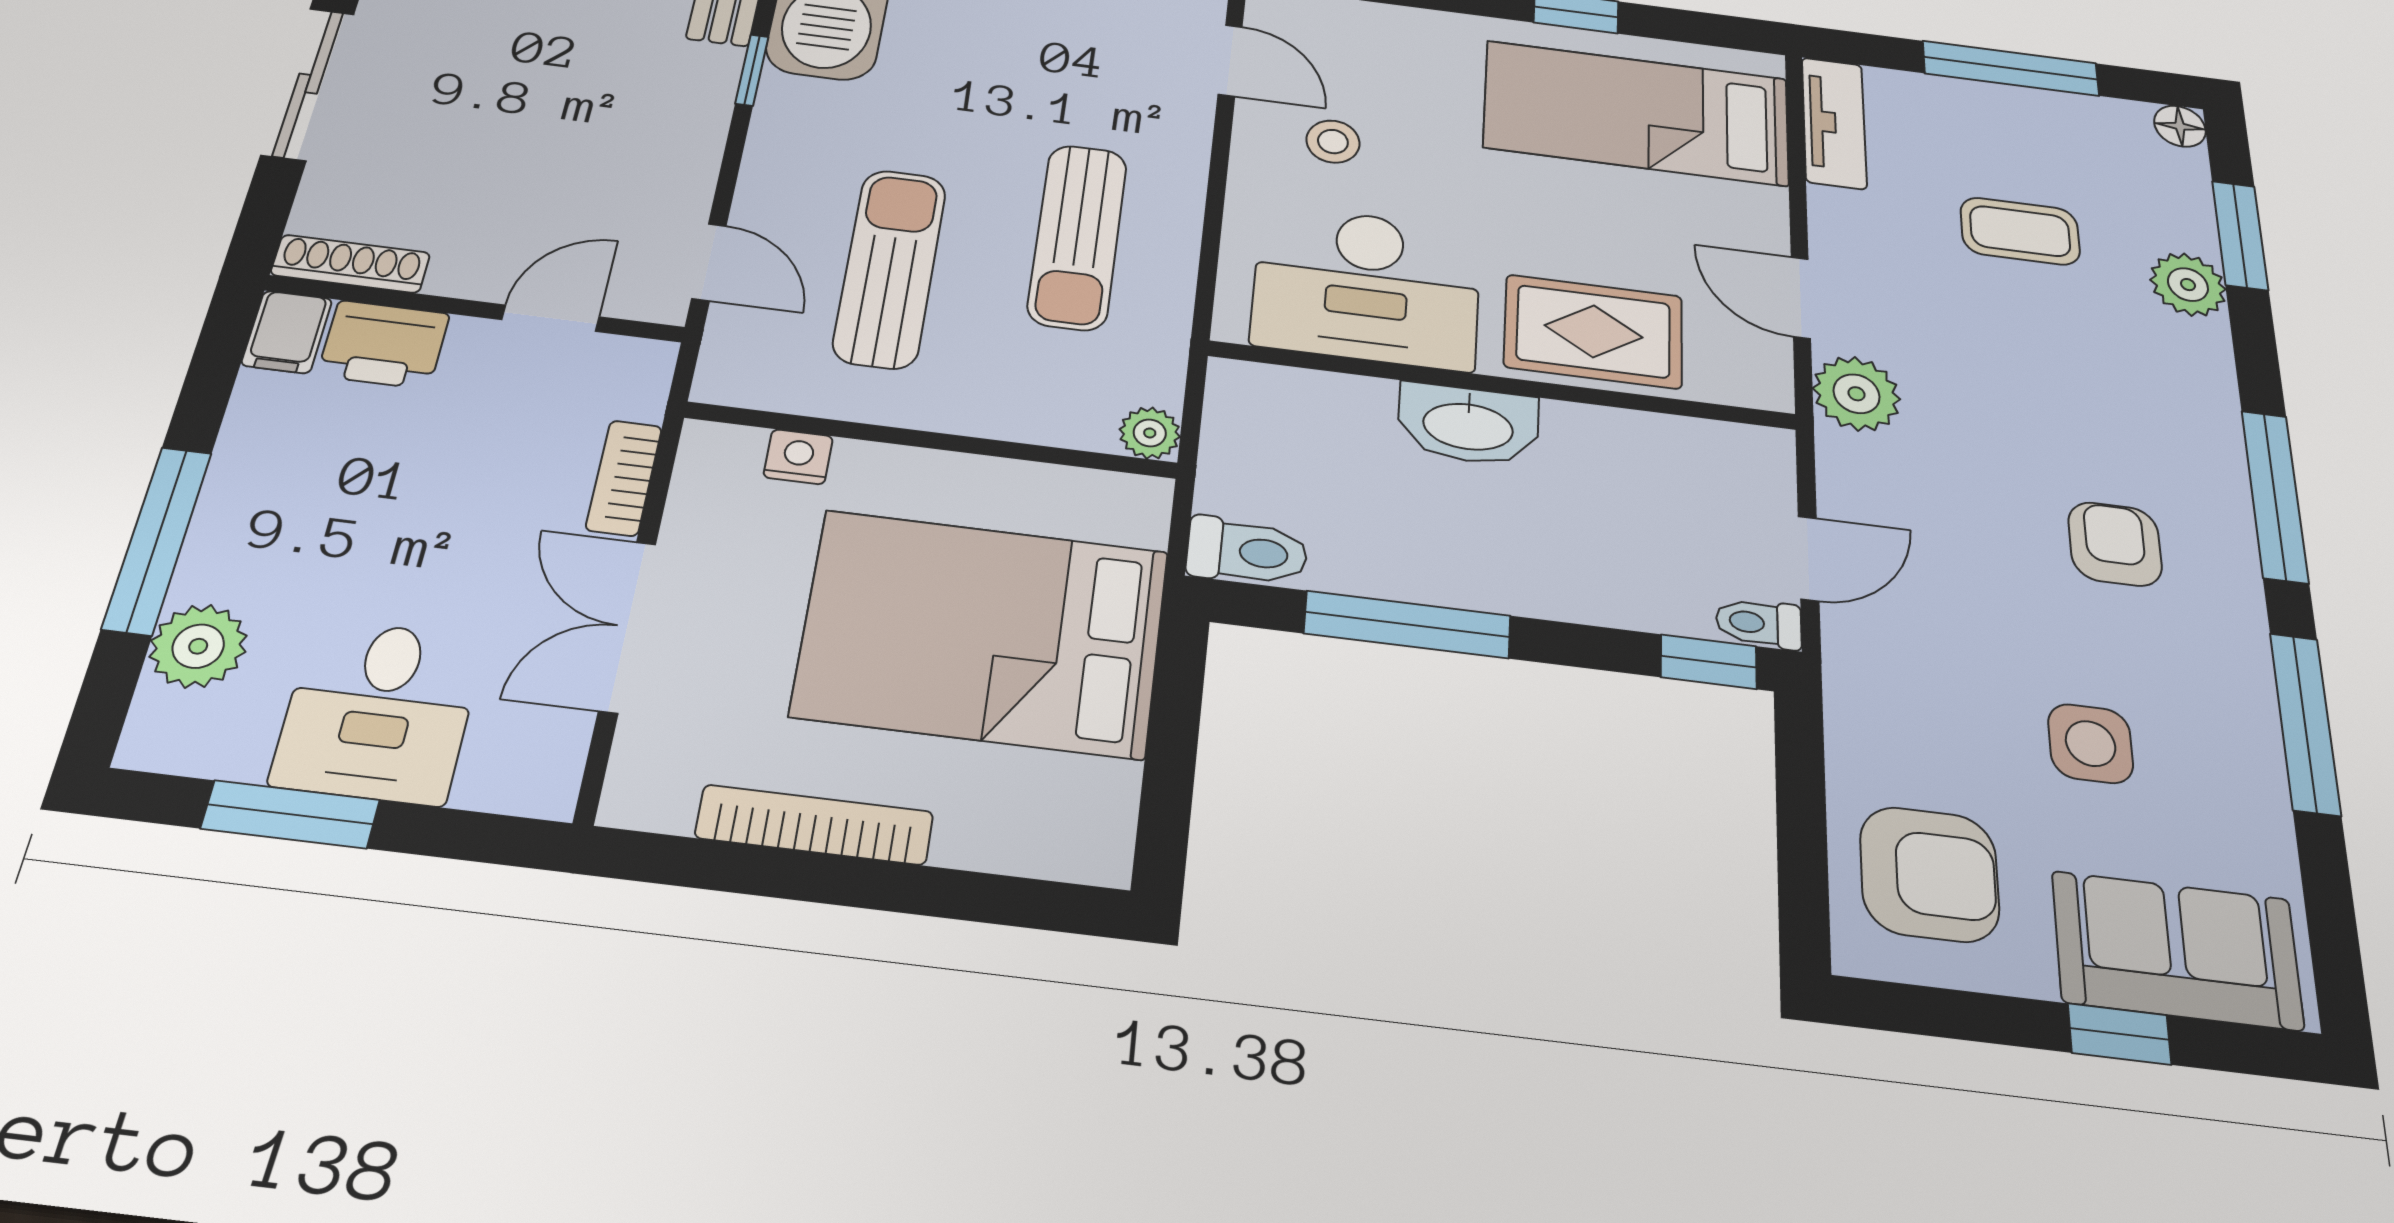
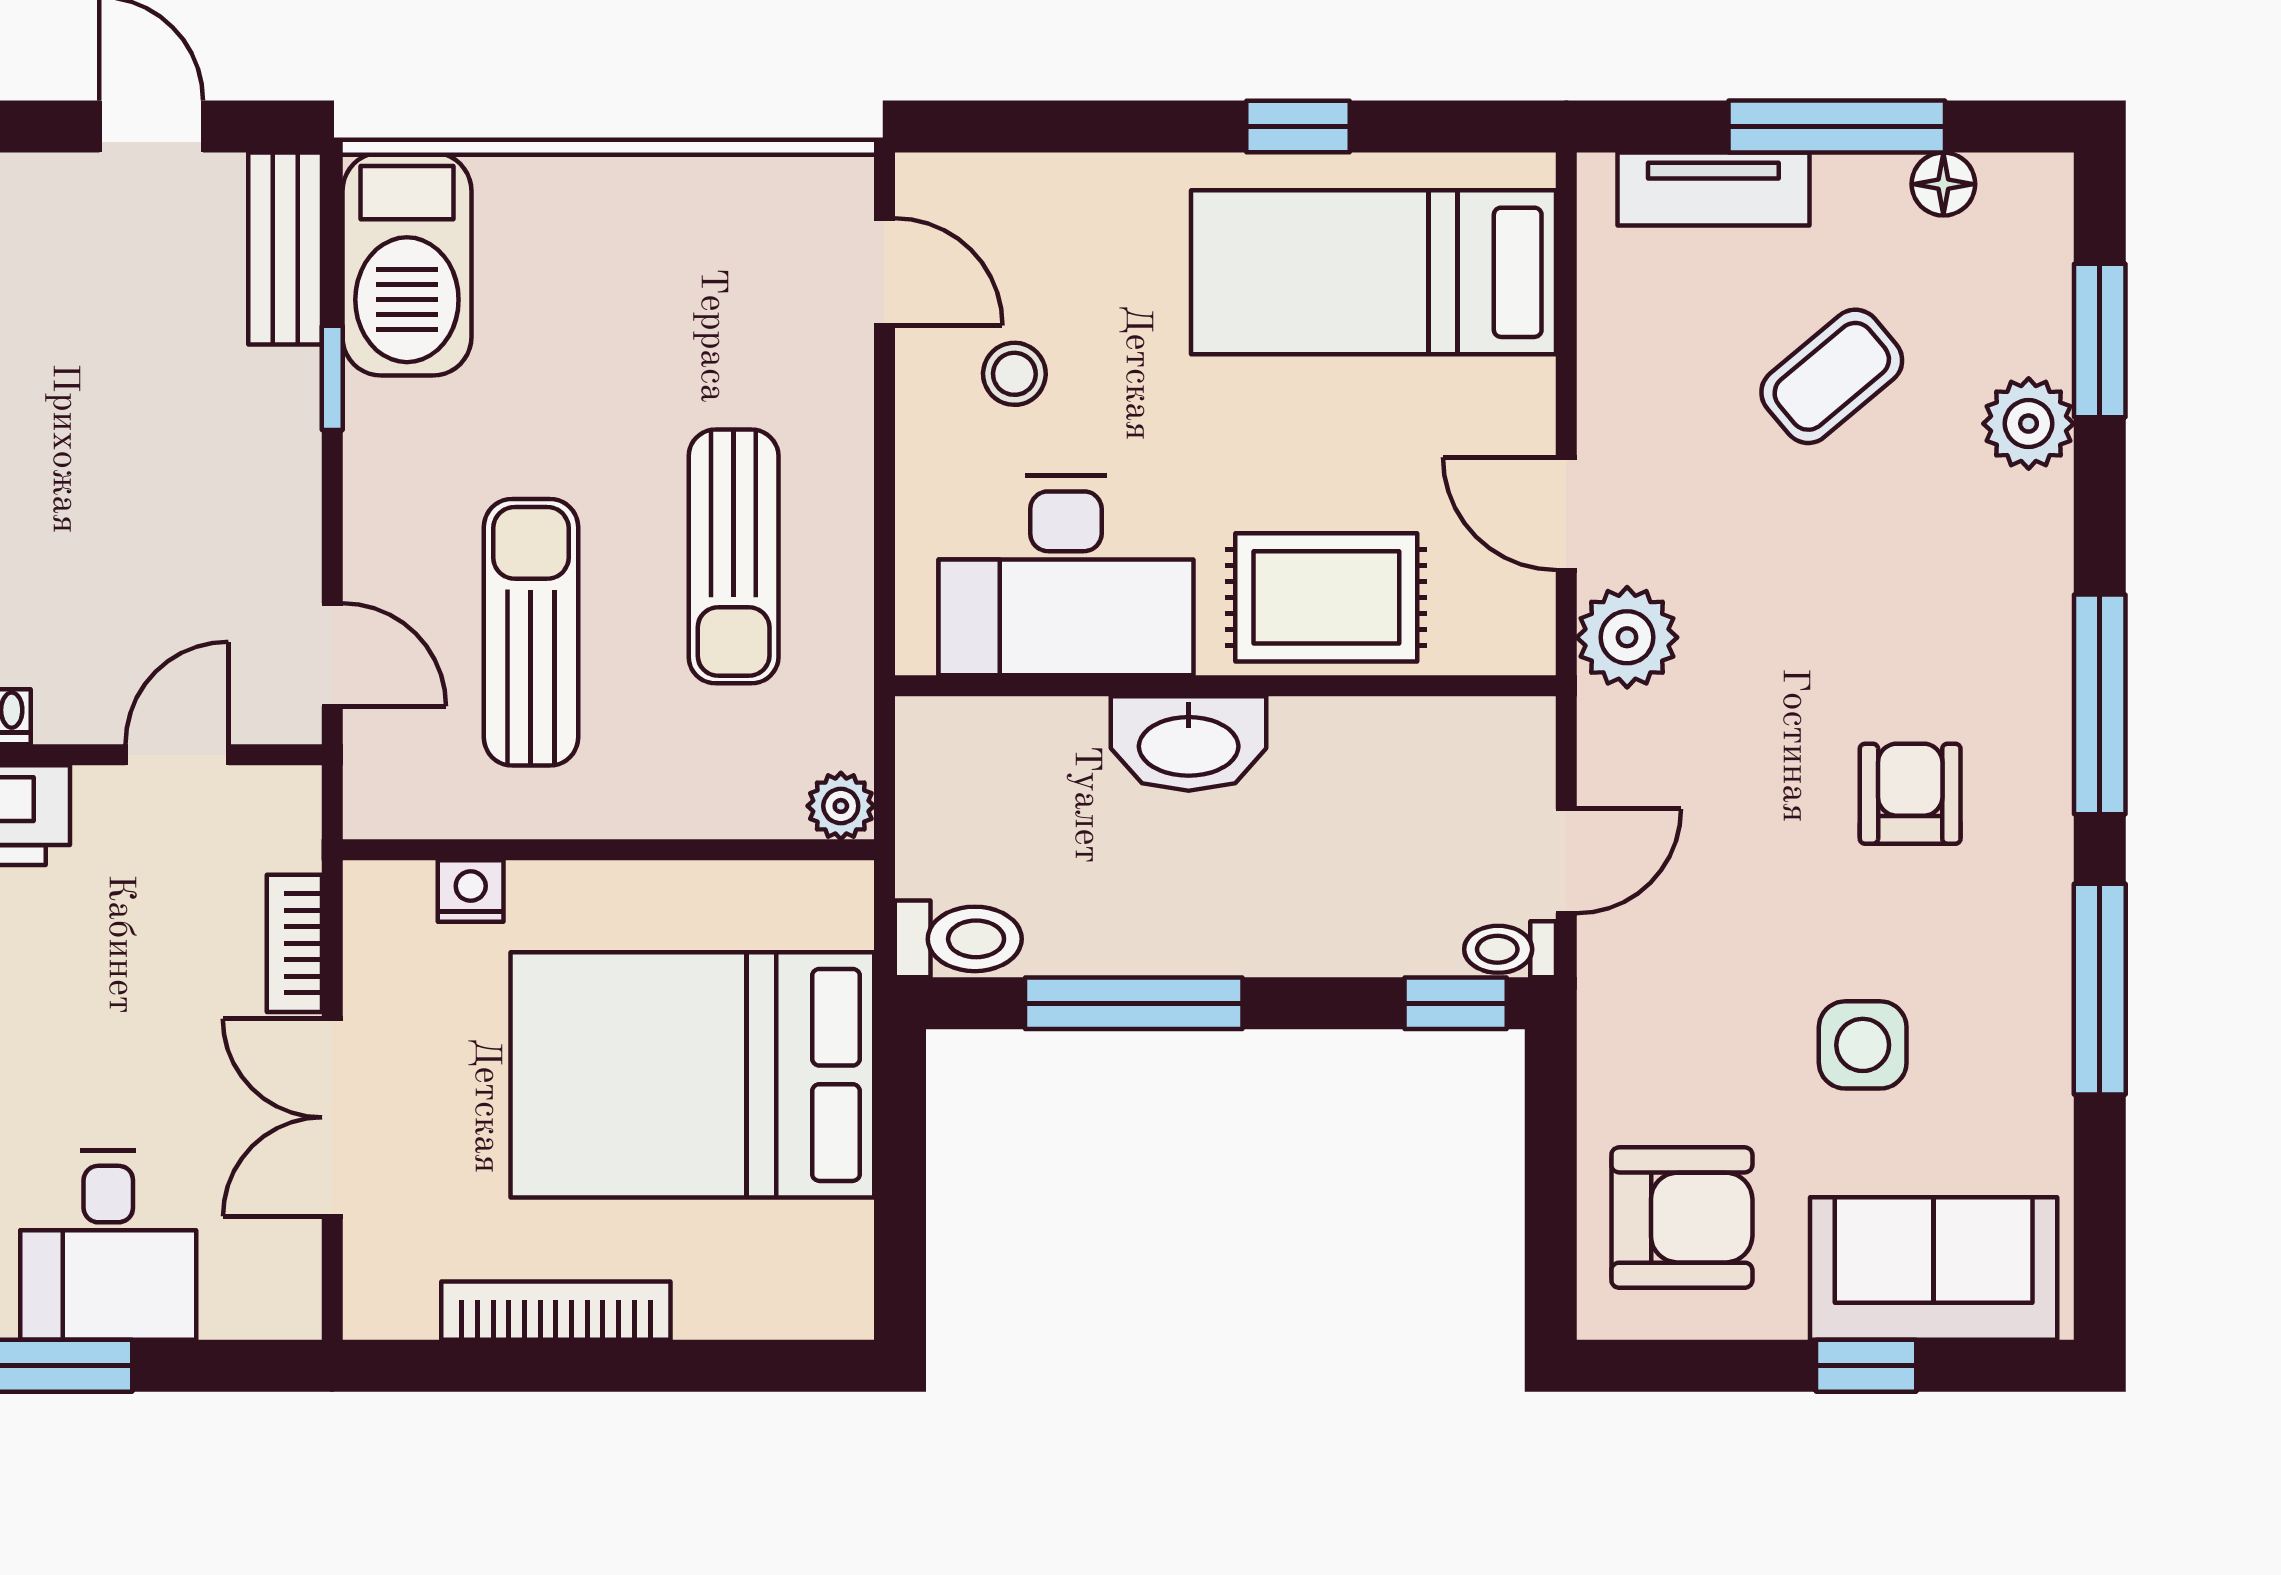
tv unit: (1834, 123) -> (1713, 189), moved, turned 90
floor lamp: (2180, 126) -> (1943, 184), moved
coffee table: (2020, 231) -> (1832, 376), turned -40

